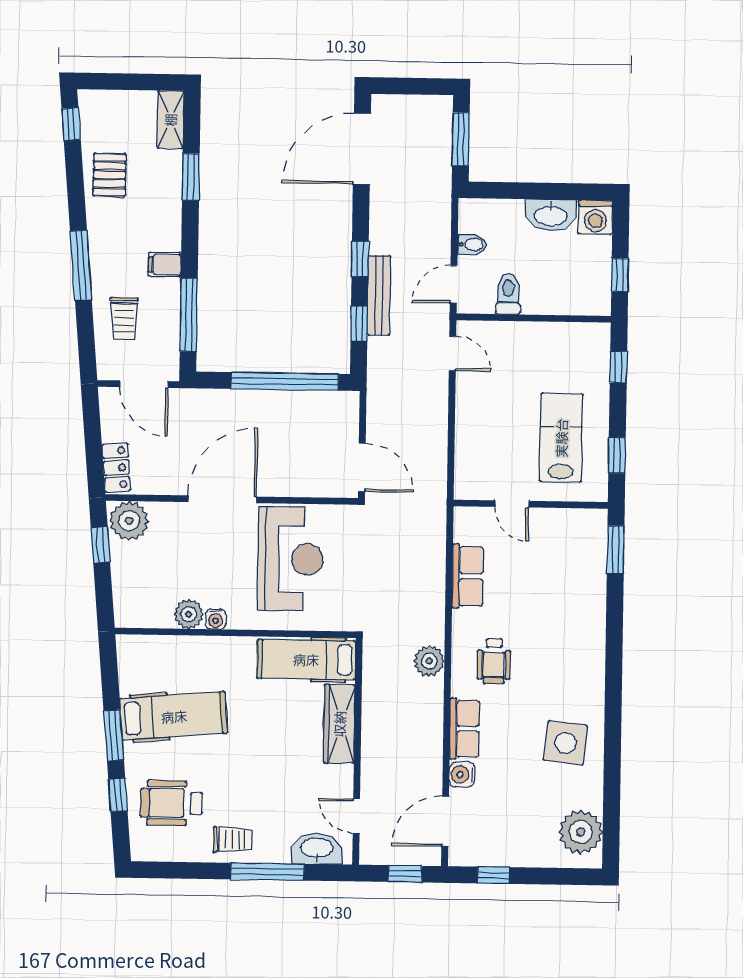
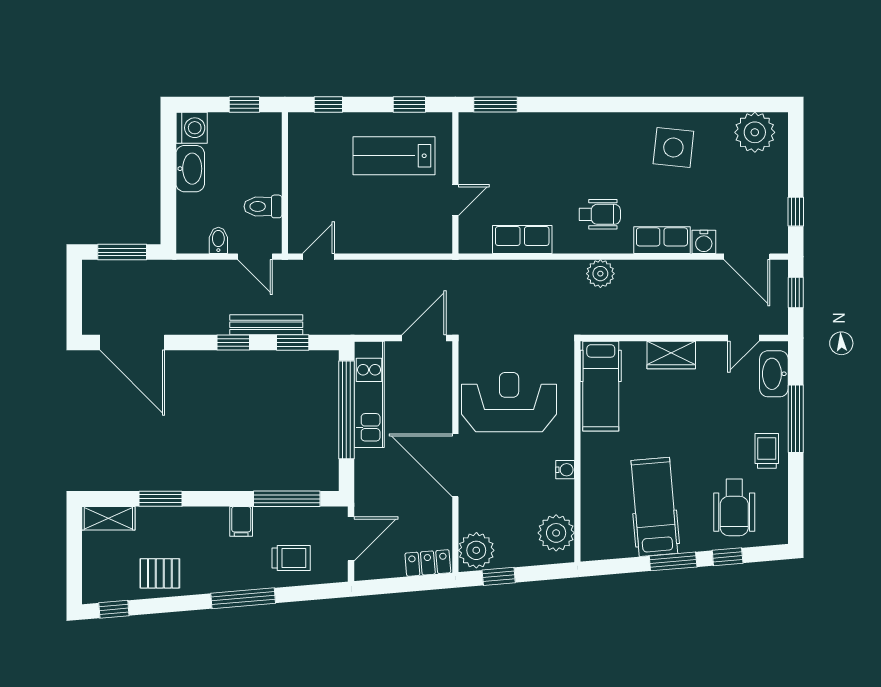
kitchen unit: (301, 406) -> (369, 394), added
plant: (189, 614) -> (556, 533), moved, width x1.36, depth x1.36
wardrobe: (339, 724) -> (671, 355), width x0.67

